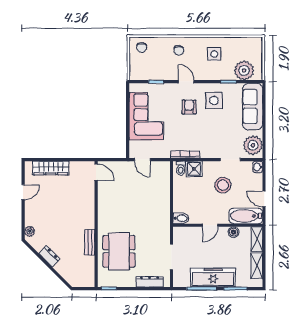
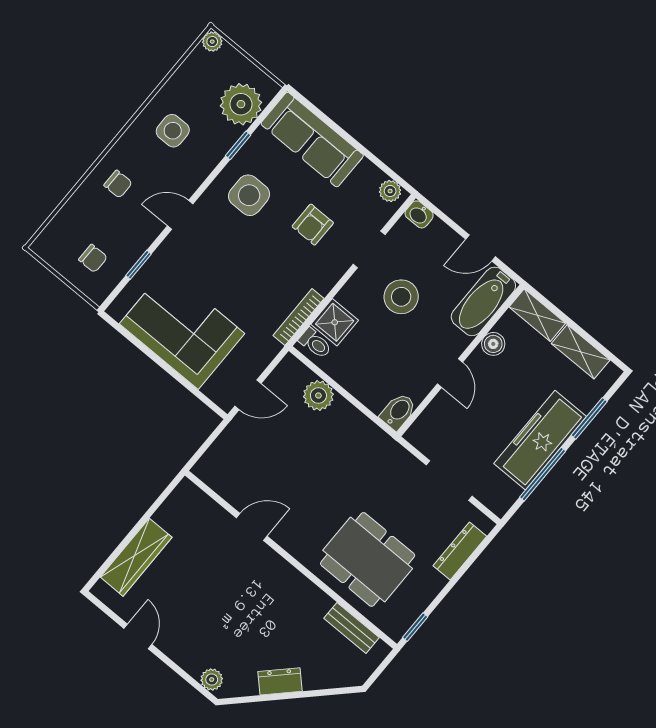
plant: (258, 42) -> (212, 42), added
chair: (142, 47) -> (93, 258), moved
armchair: (189, 107) -> (313, 225), moved, turned -90
plant: (253, 145) -> (390, 191), width x0.53, depth x0.53
door: (96, 172) -> (252, 527), moved
plant: (163, 185) -> (318, 395), added
bench: (90, 242) -> (351, 628), moved

